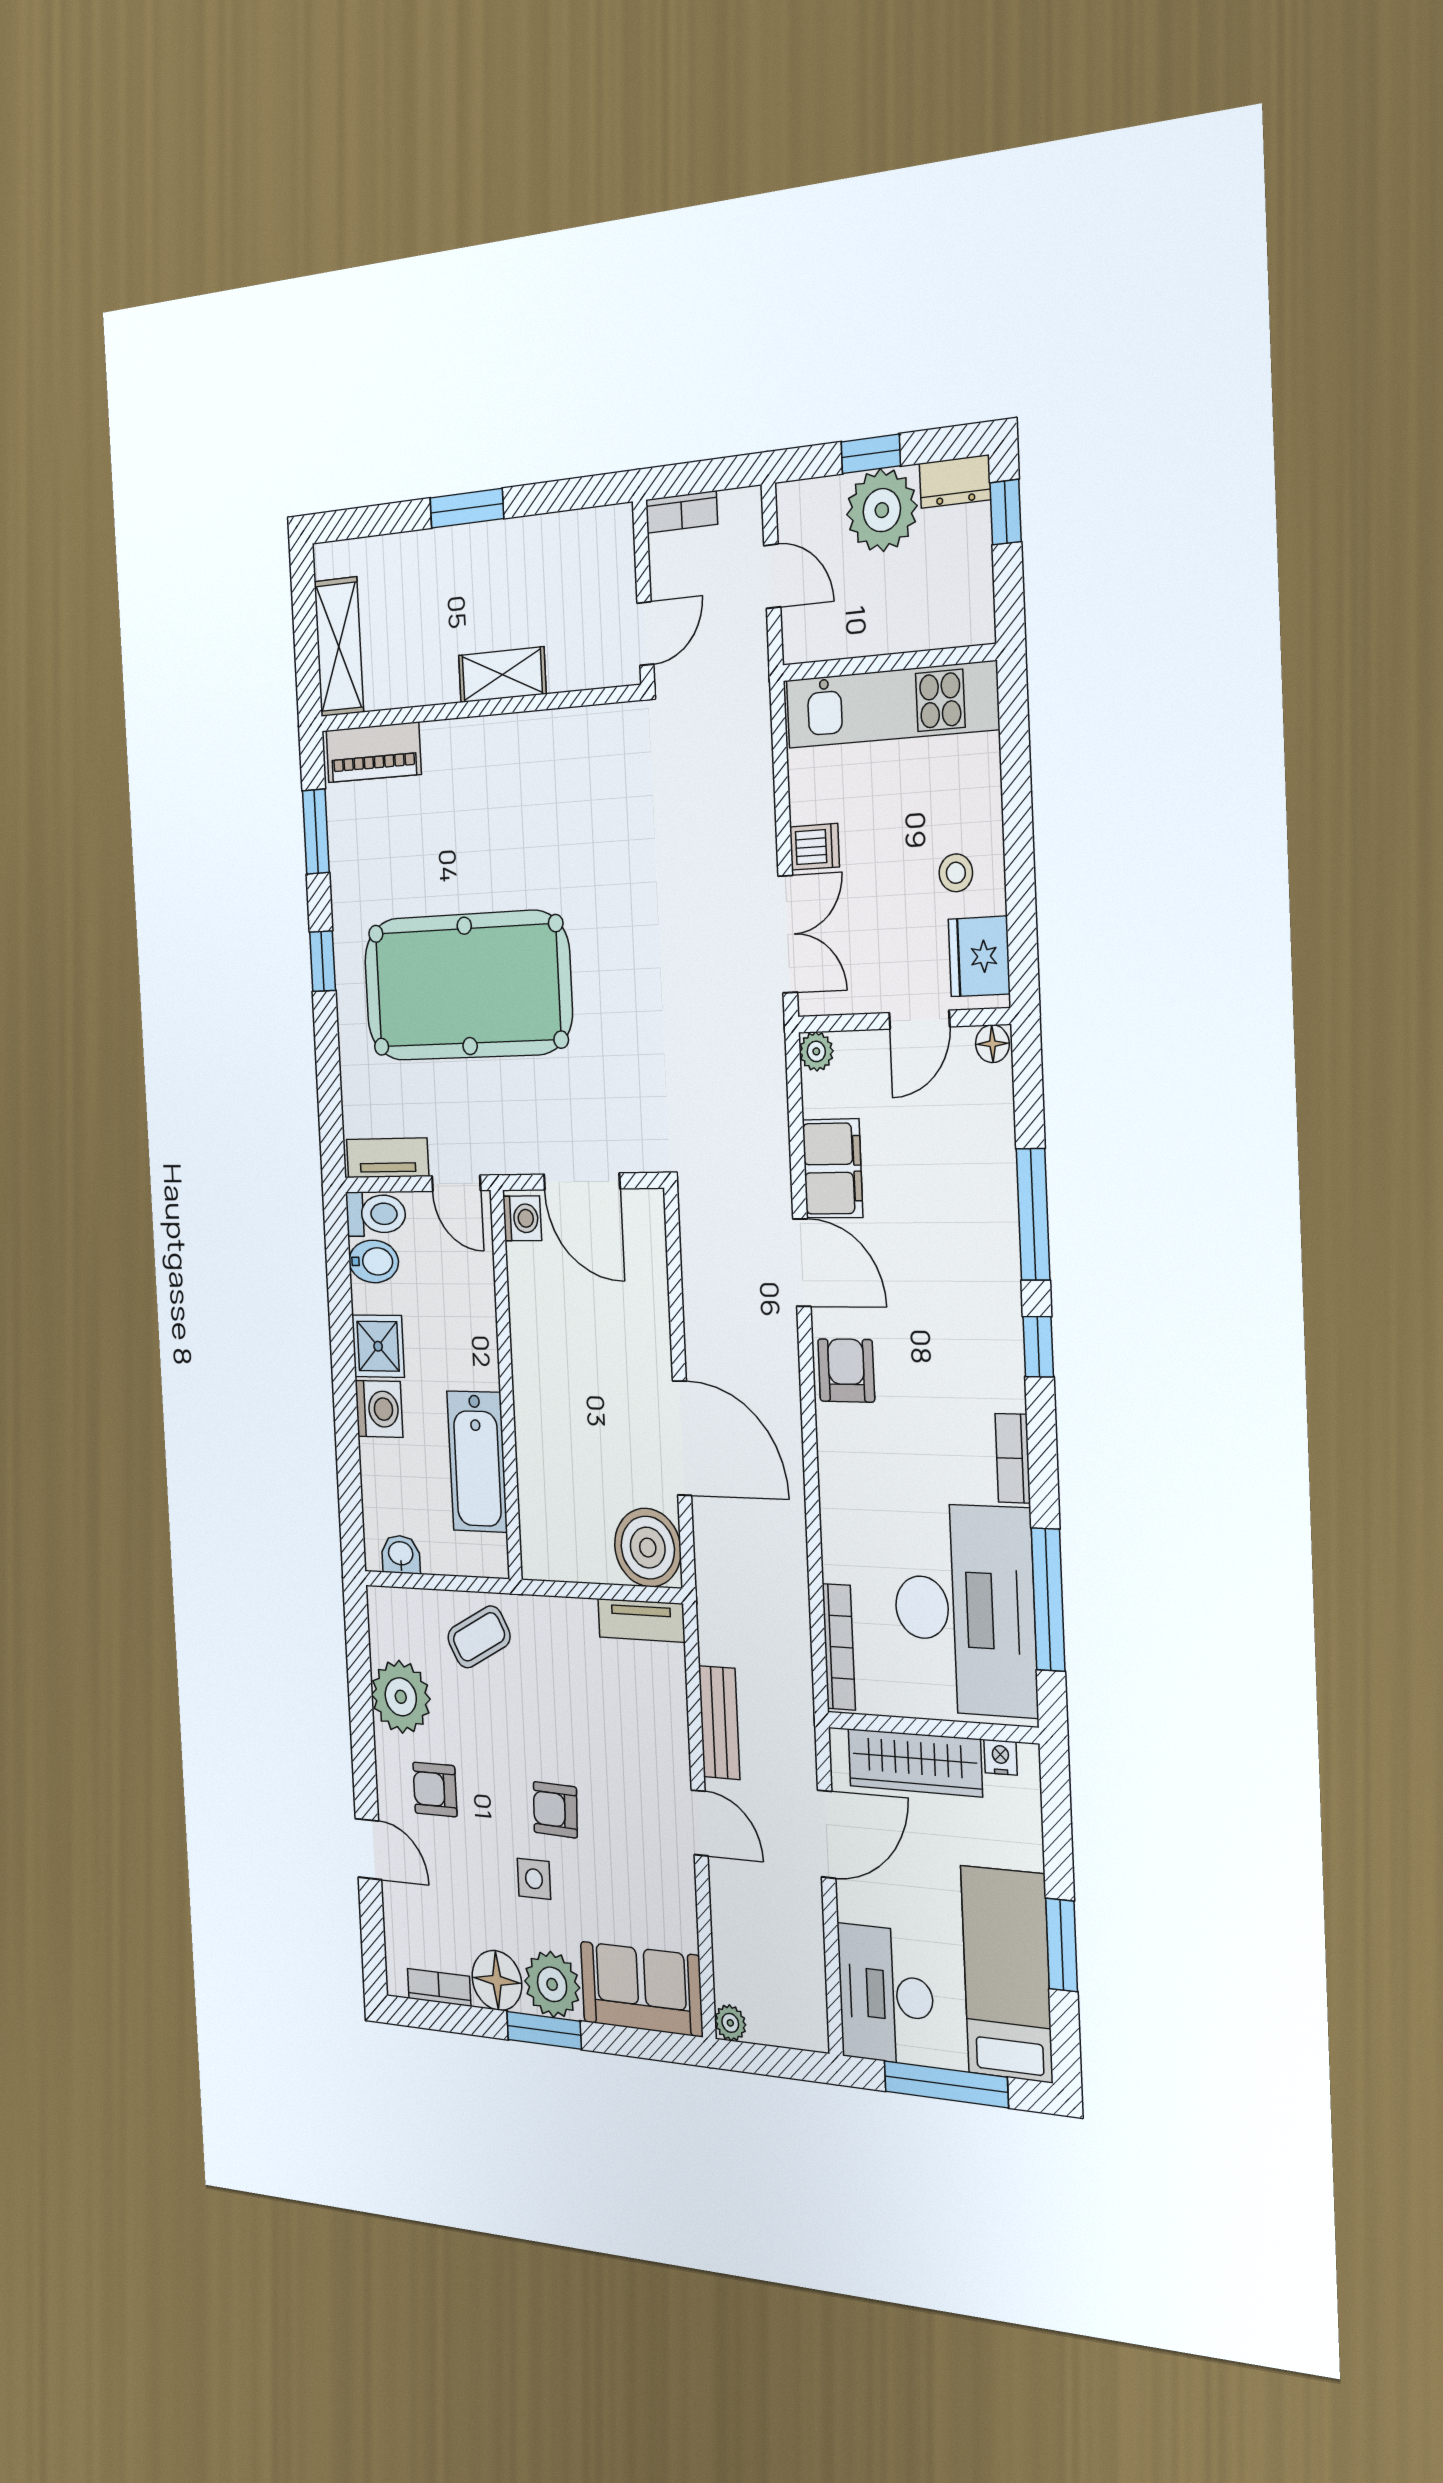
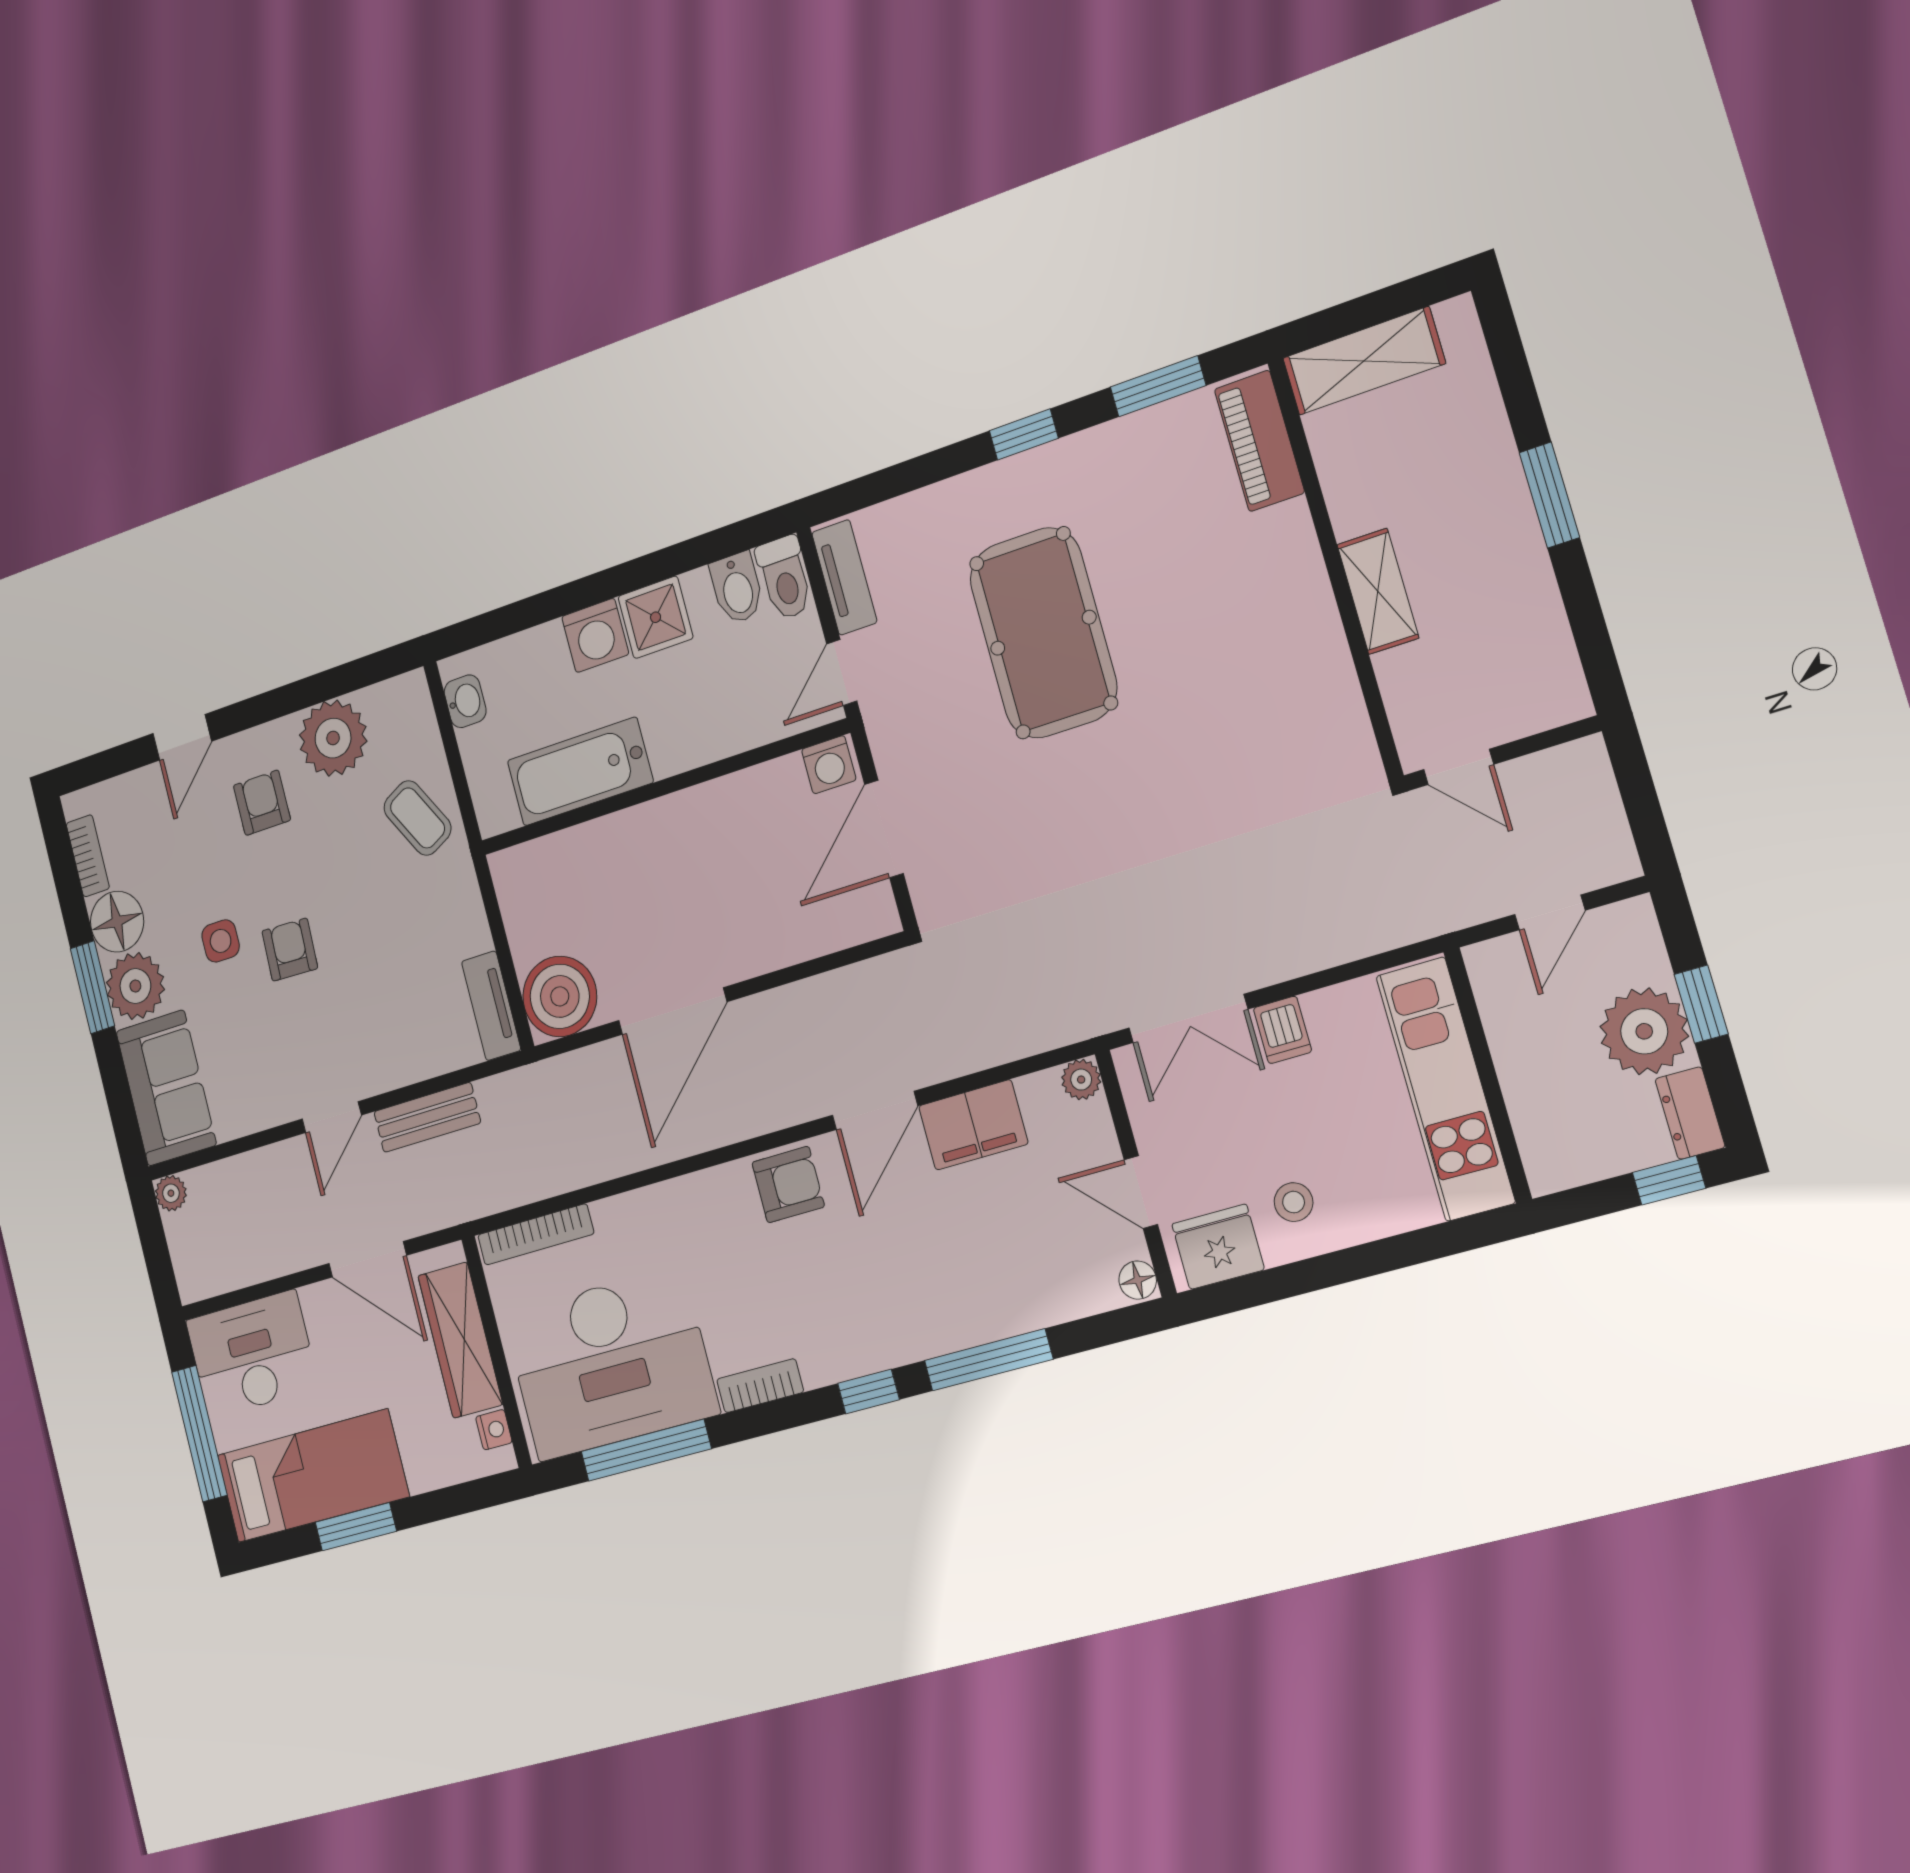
bookcase: (681, 512) -> (1597, 781), removed
pool table: (467, 986) -> (1043, 633), width x0.73, depth x0.76

